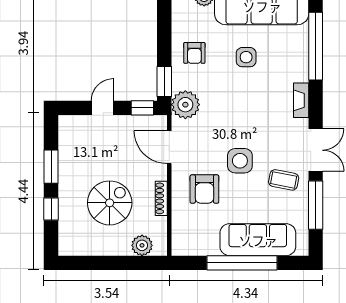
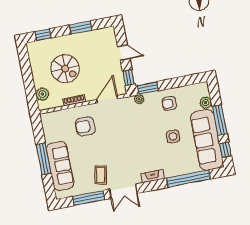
plant: (185, 105) -> (139, 99), width x0.53, depth x0.53
side table: (240, 161) -> (107, 145), removed
window: (51, 209) -> (43, 35), moved
window: (242, 263) -> (44, 159), width x0.68

